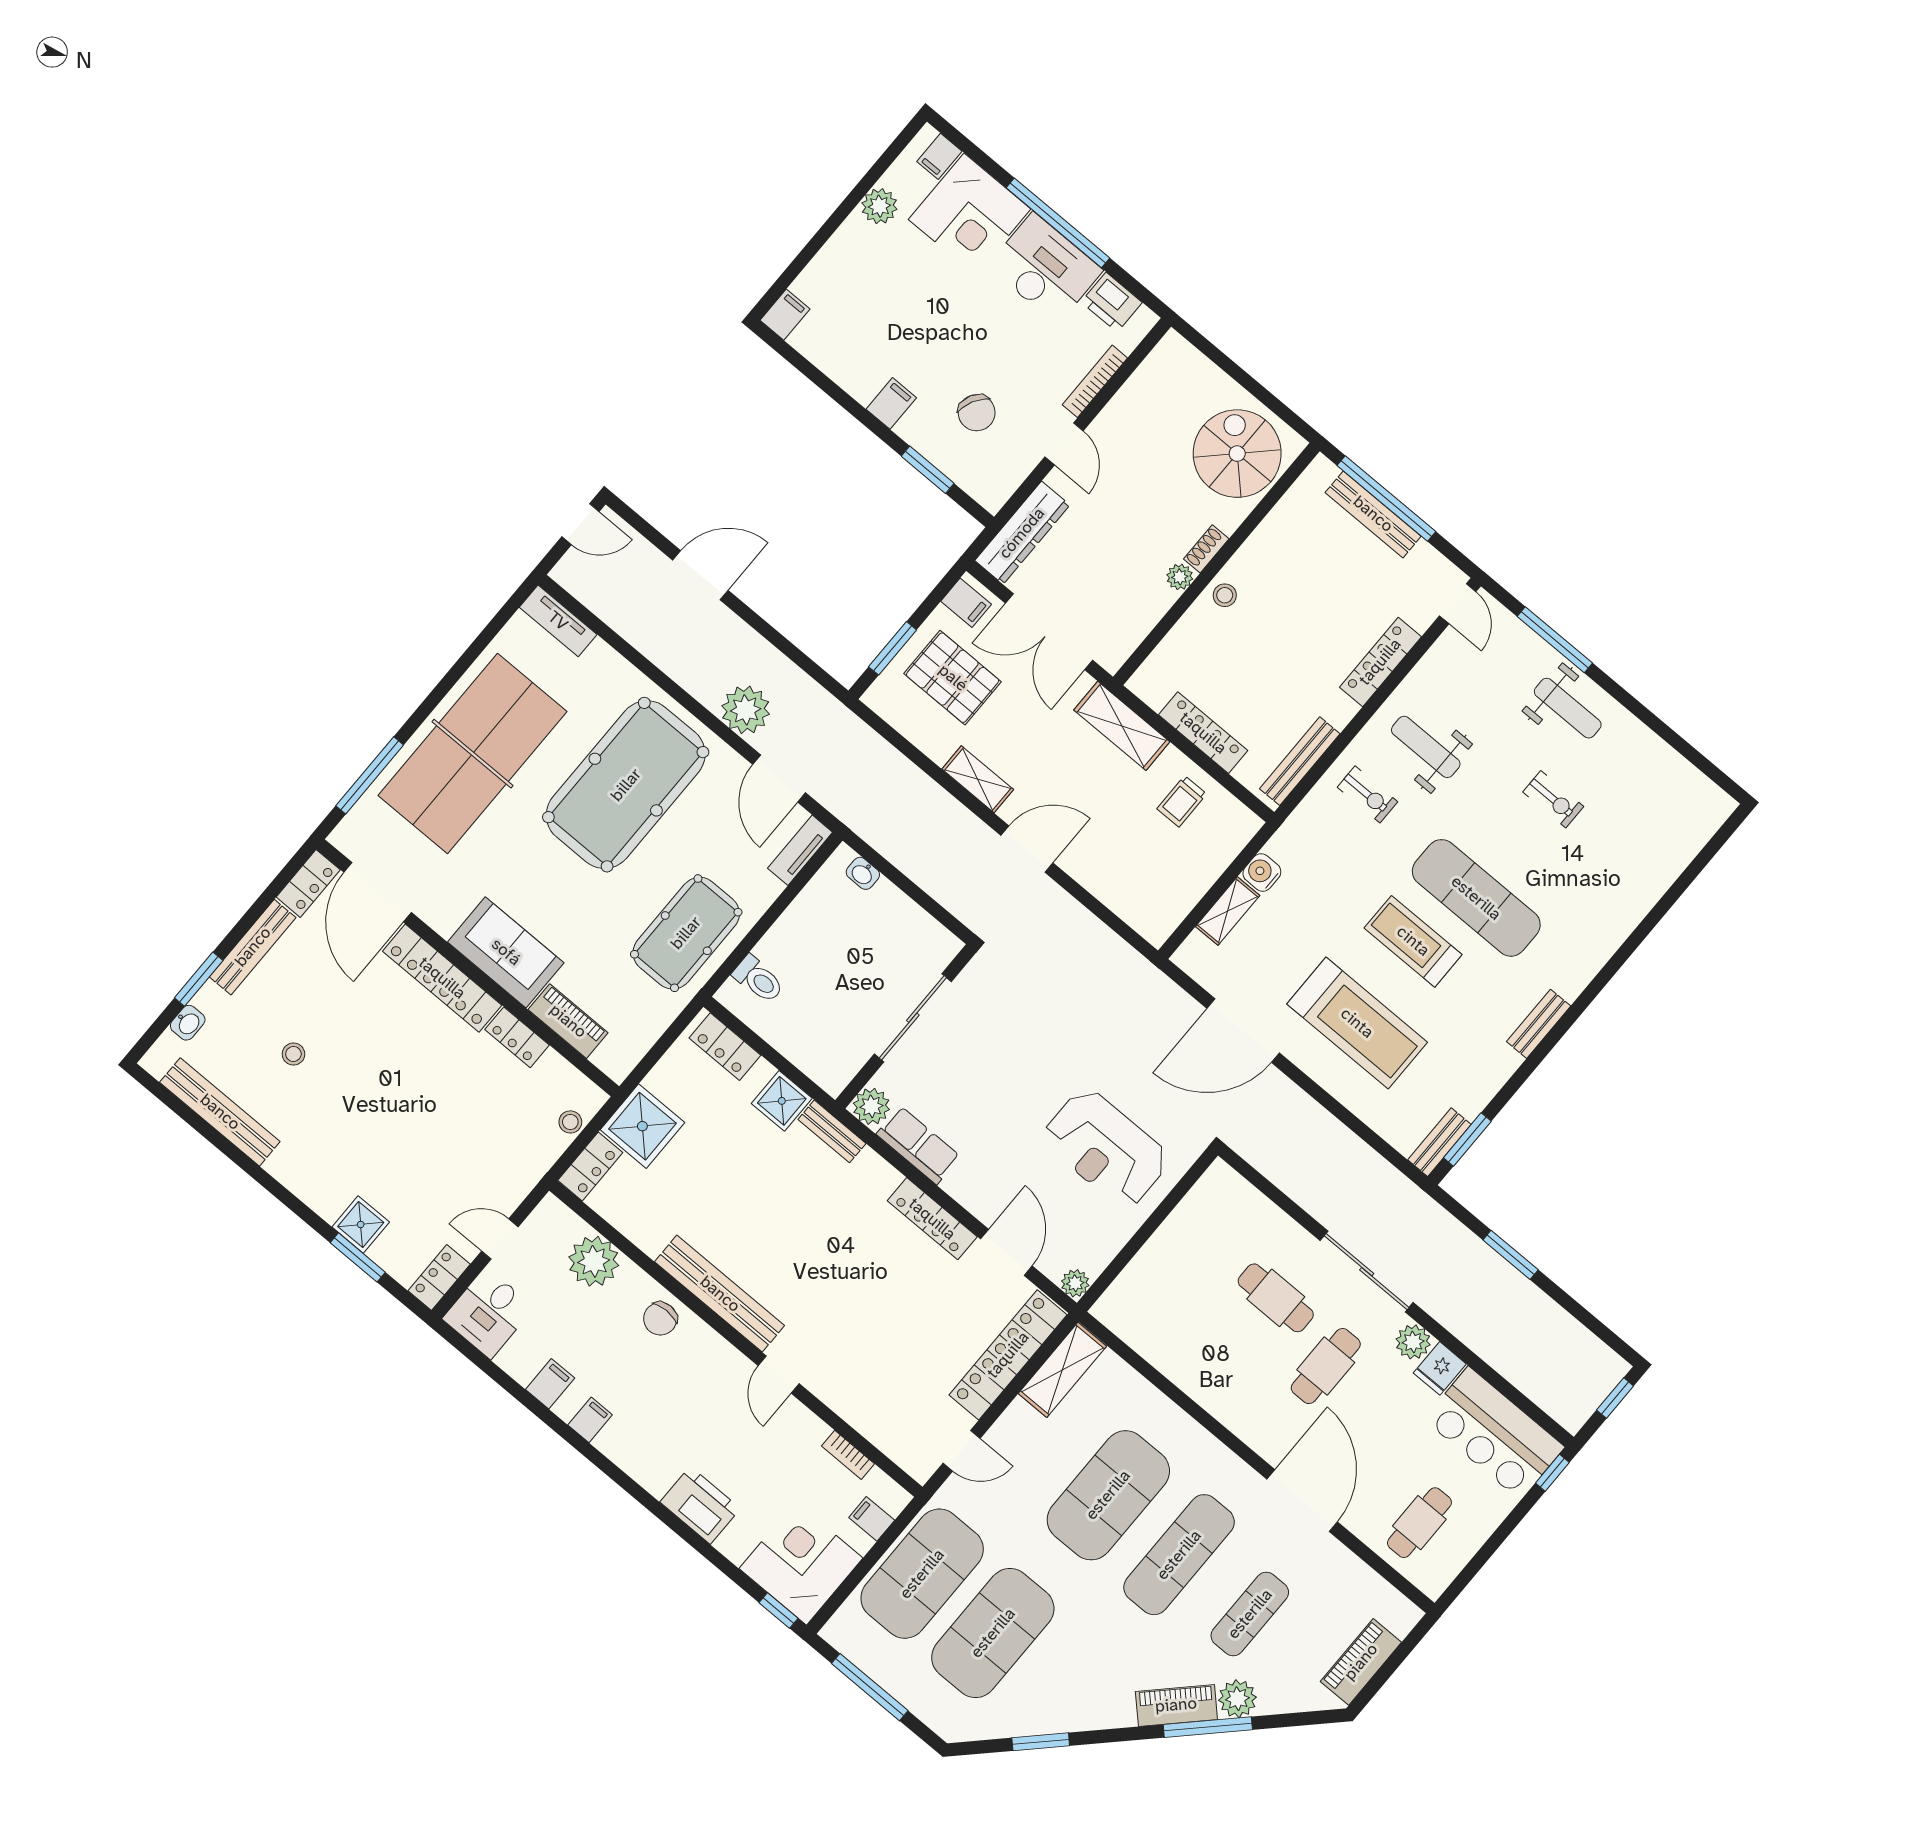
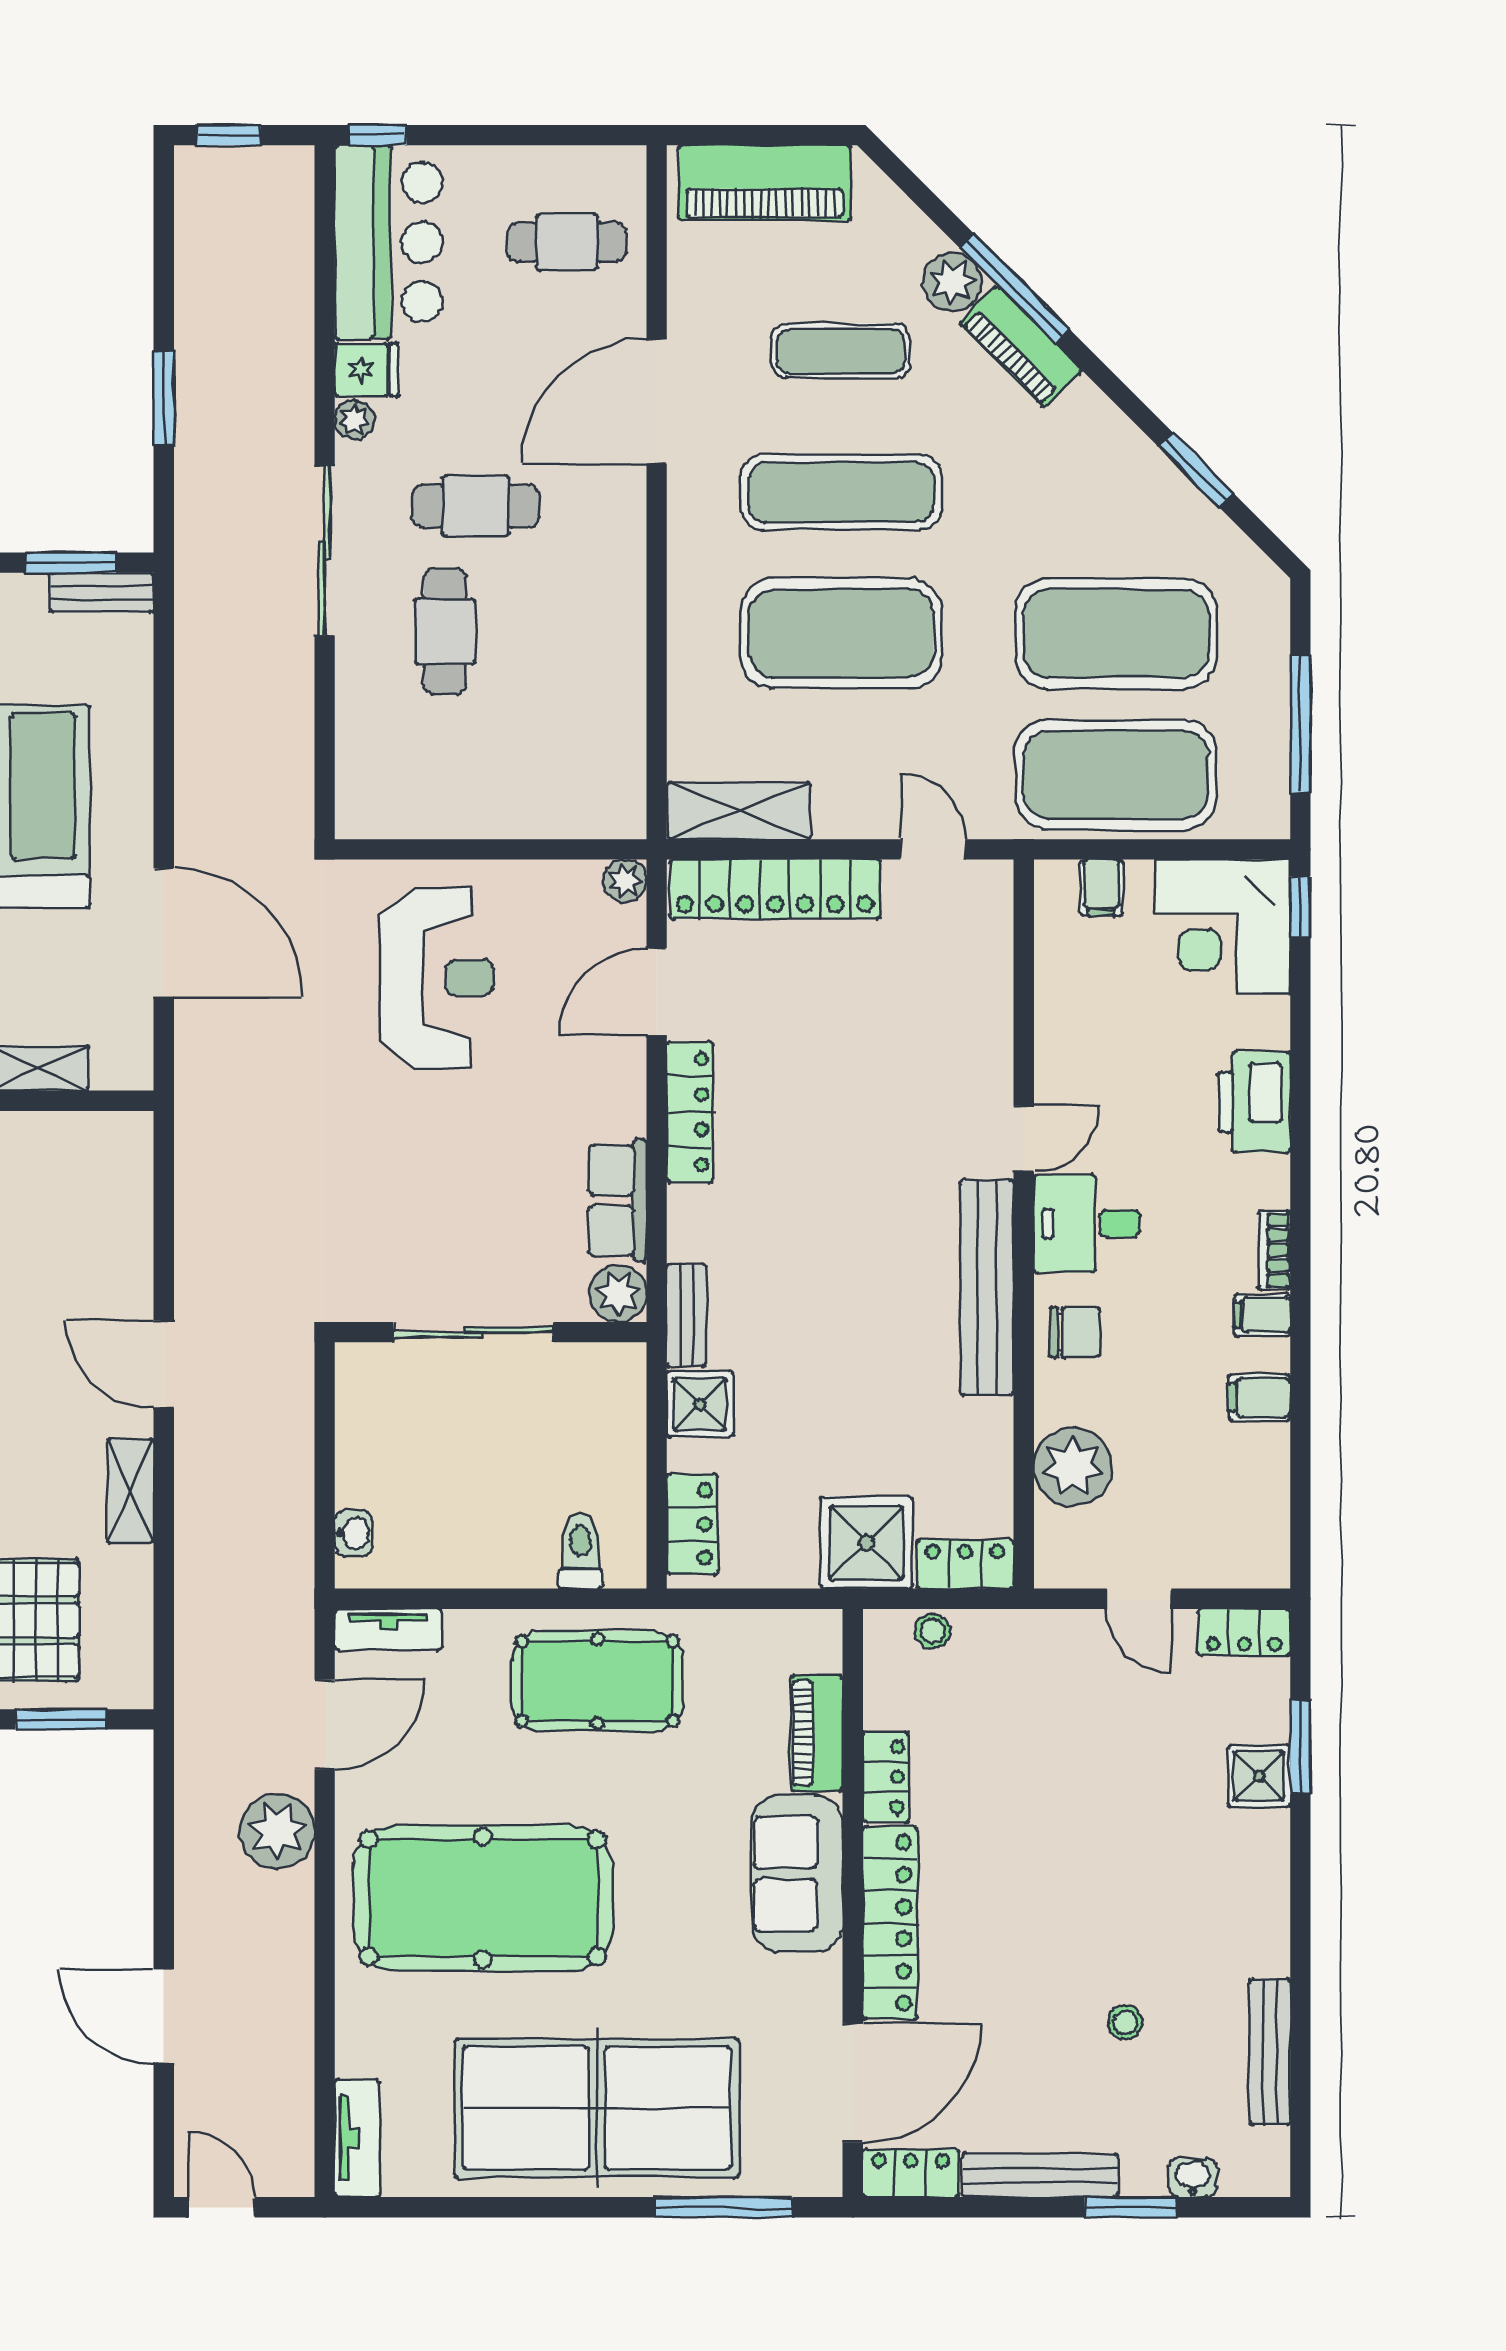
bench: (220, 1112) -> (1270, 2052), width x0.73, depth x0.82
desk: (488, 1313) -> (1087, 1224), moved, turned 180
plant: (1413, 1342) -> (354, 420), width x0.73, depth x0.73
bookcase: (848, 1455) -> (1274, 1250), moved, turned 180
piano: (1361, 1662) -> (765, 183), width x1.37, depth x1.33

